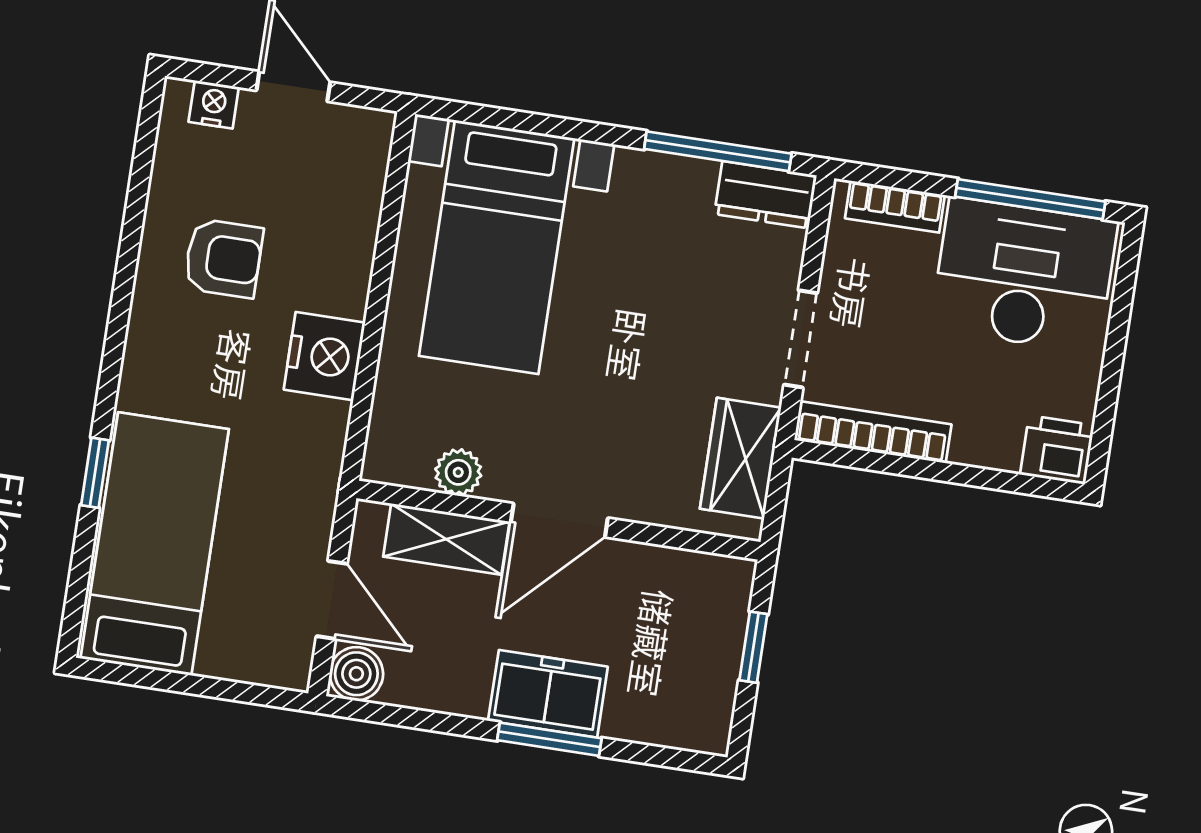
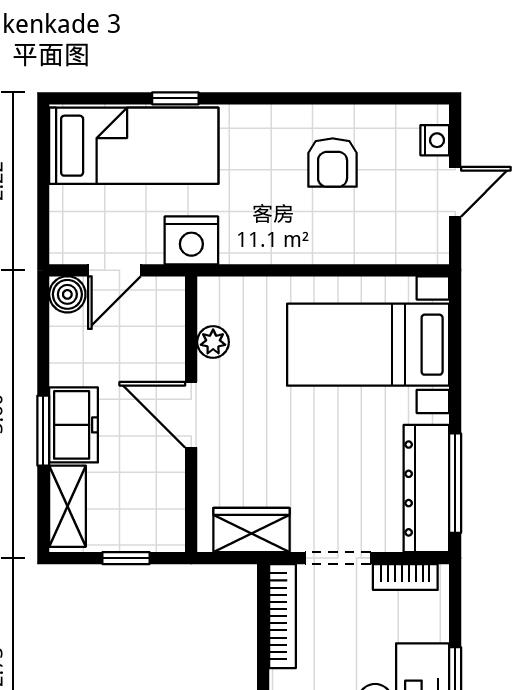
dresser: (765, 195) -> (426, 488), width x1.96, depth x1.24
bookcase: (895, 207) -> (405, 577), moved, turned -90
nightstand: (324, 356) -> (191, 240), moved
shelving: (446, 539) -> (68, 506), moved

